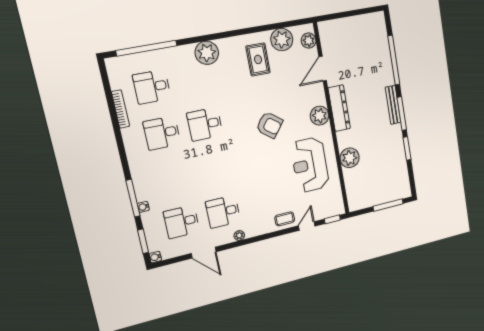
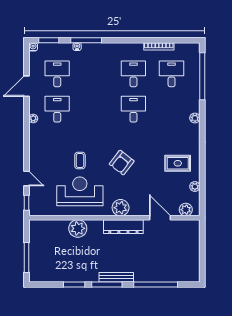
plant: (282, 40) -> (195, 187), width x0.53, depth x0.53
plant: (207, 53) -> (195, 118), width x0.53, depth x0.53
coffee table: (285, 219) -> (80, 161), moved

